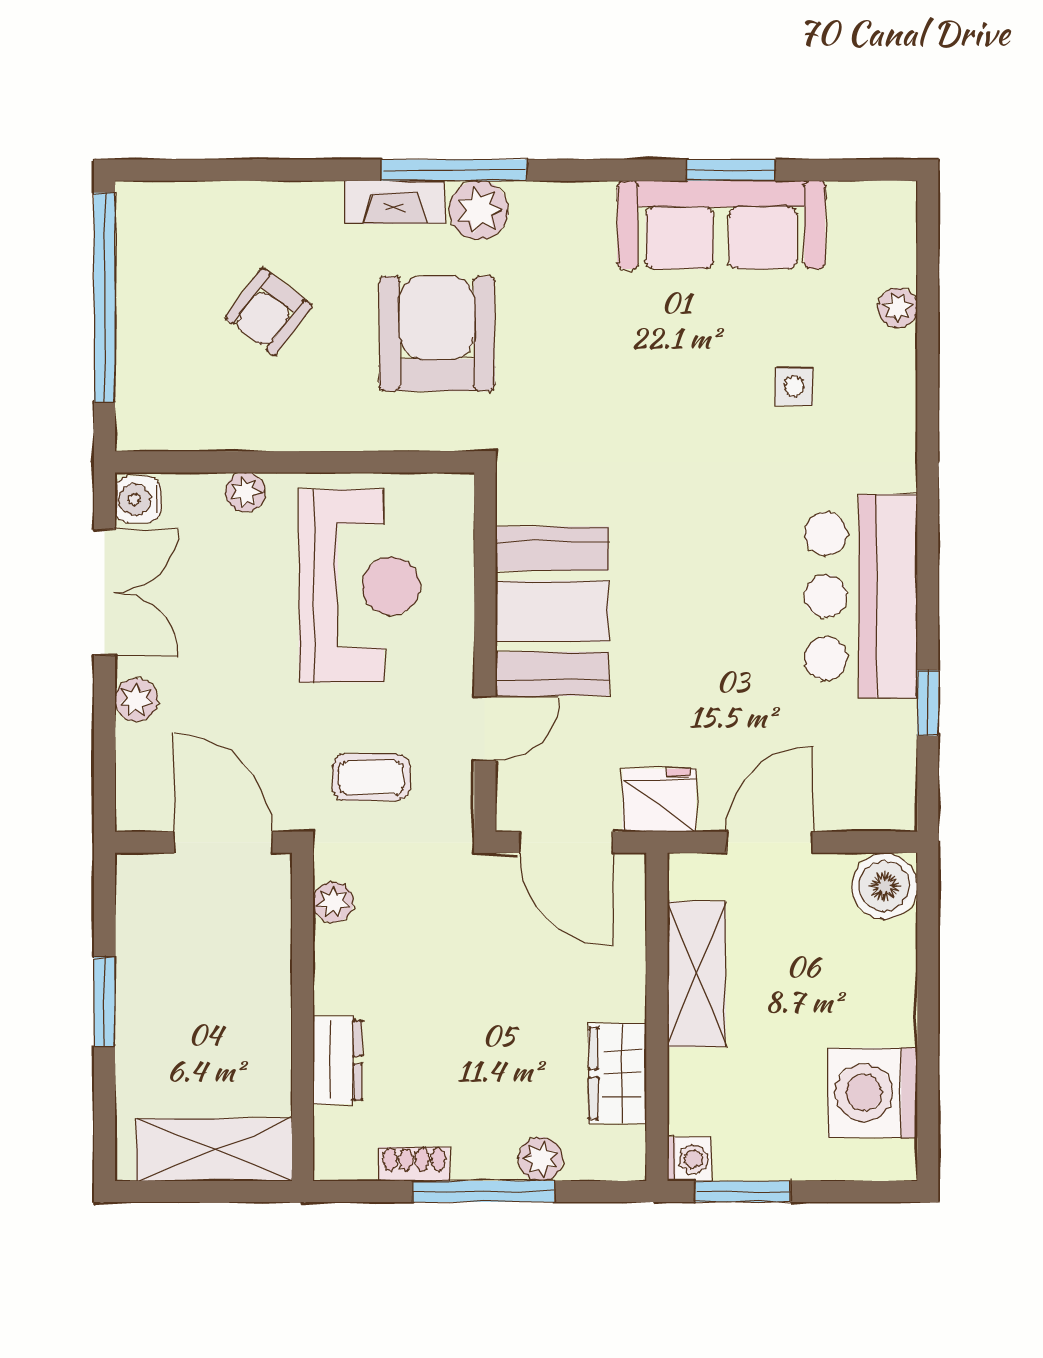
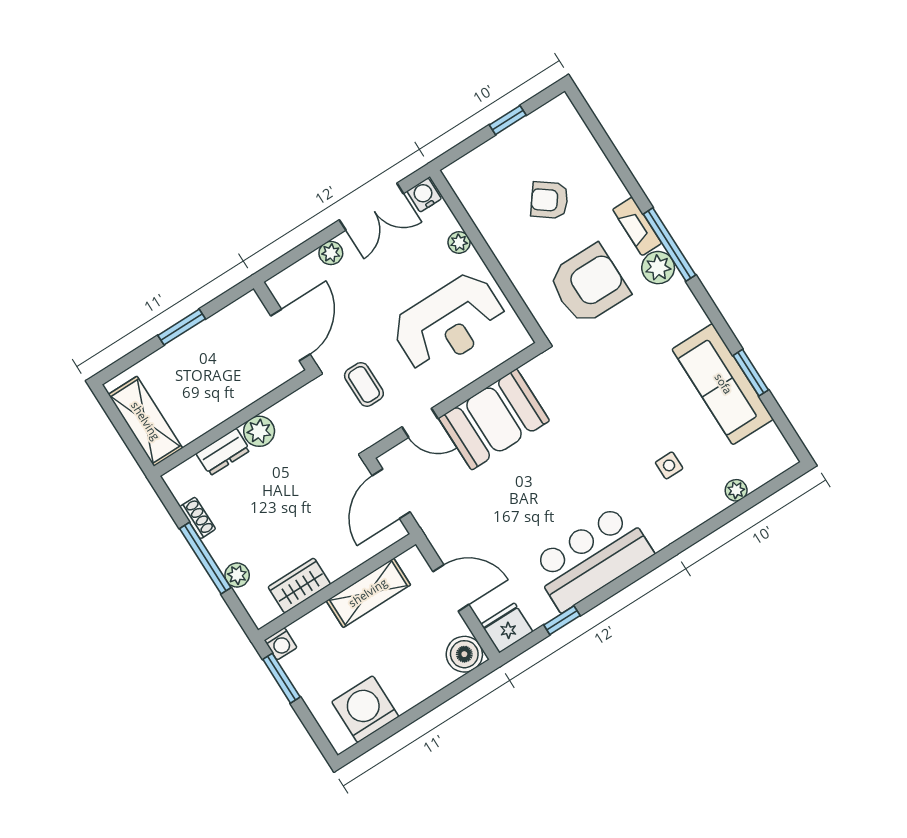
window: (105, 297) -> (508, 120), width x0.32
fridge: (659, 800) -> (507, 628), moved, turned -90
plant: (333, 902) -> (259, 431), moved, width x1.38, depth x1.38

